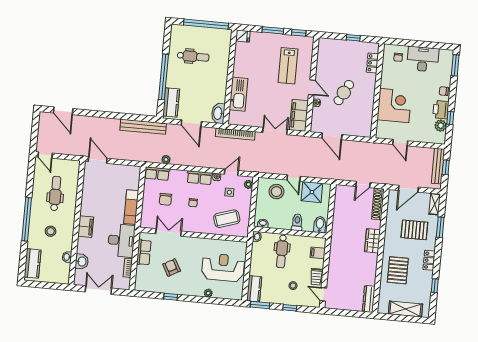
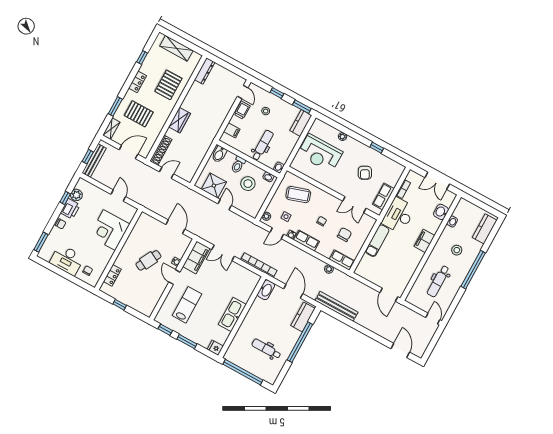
kitchen sink: (239, 94) -> (232, 315), moved
stool: (276, 192) -> (248, 184), moved

